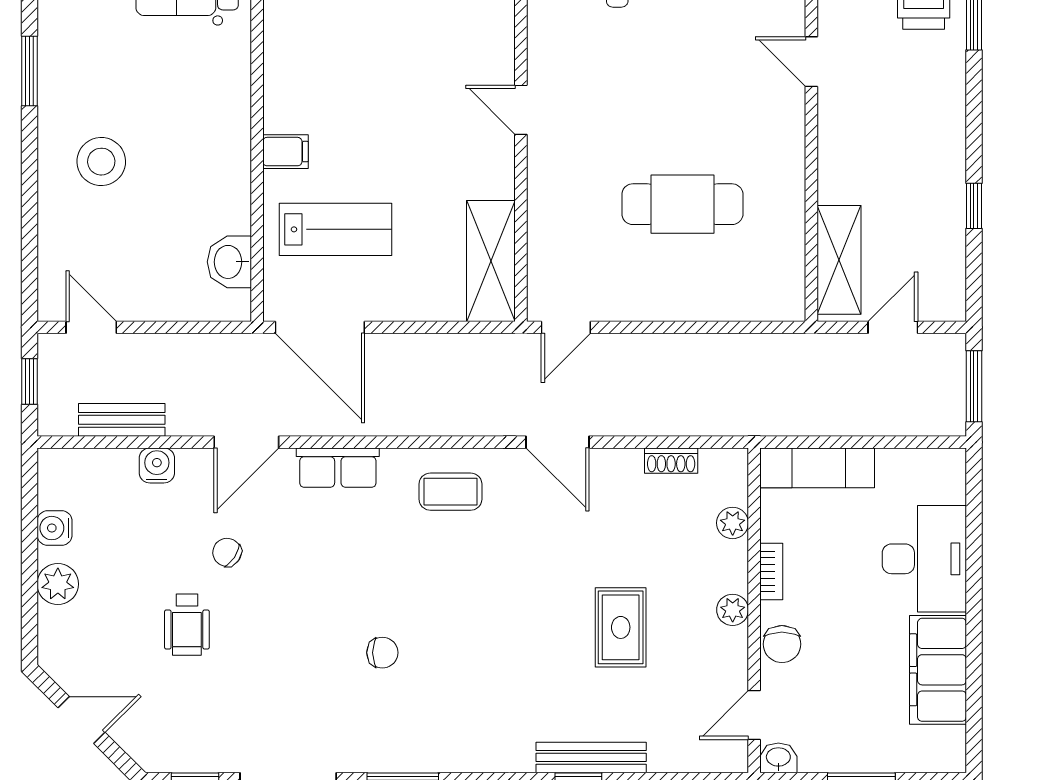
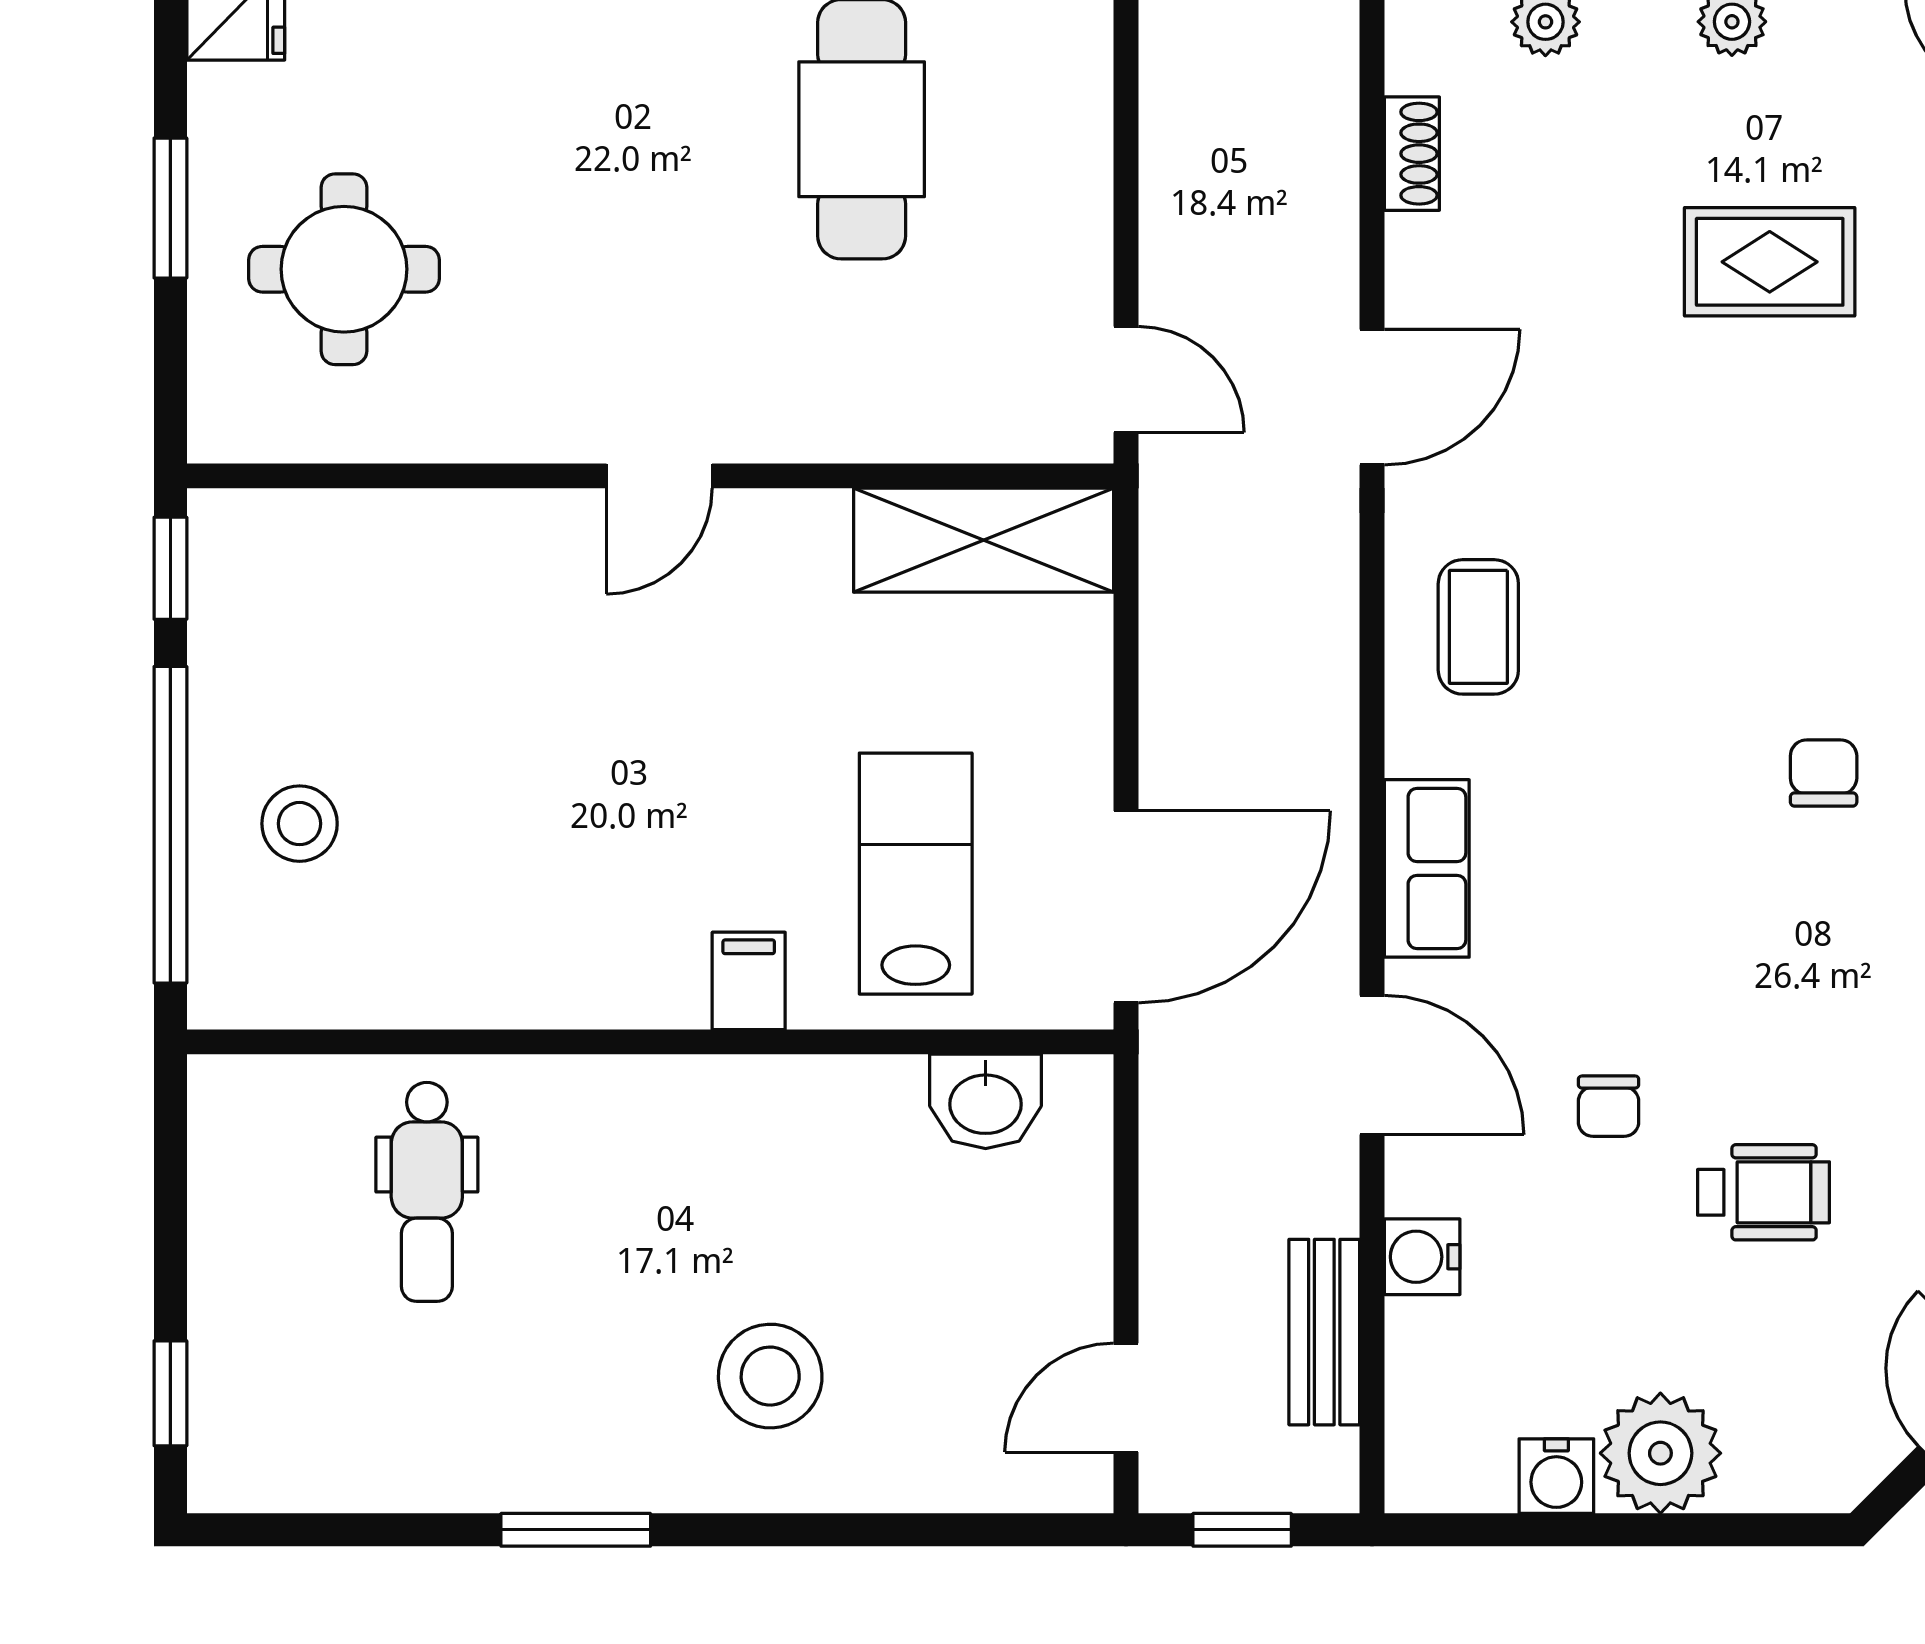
chair: (227, 552) -> (1609, 1106), turned -34
plant: (58, 584) -> (1660, 1453), width x1.36, depth x1.36

